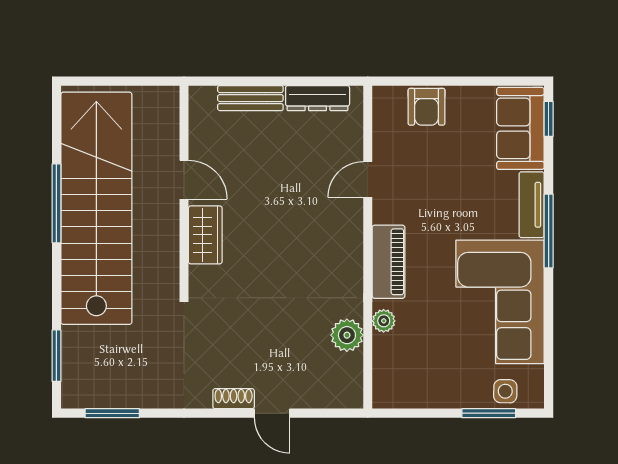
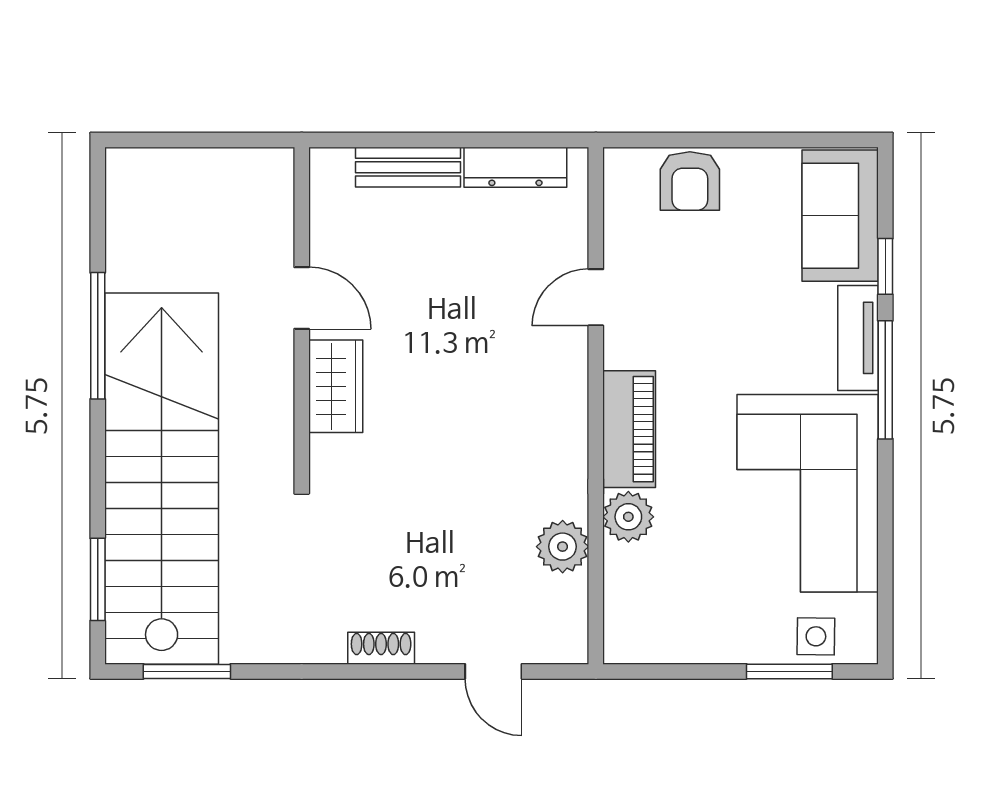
window: (549, 119) -> (885, 266), moved
stairs: (96, 208) -> (162, 479), moved
plant: (384, 321) -> (628, 517), width x1.38, depth x1.38
door: (272, 413) -> (493, 671), moved

